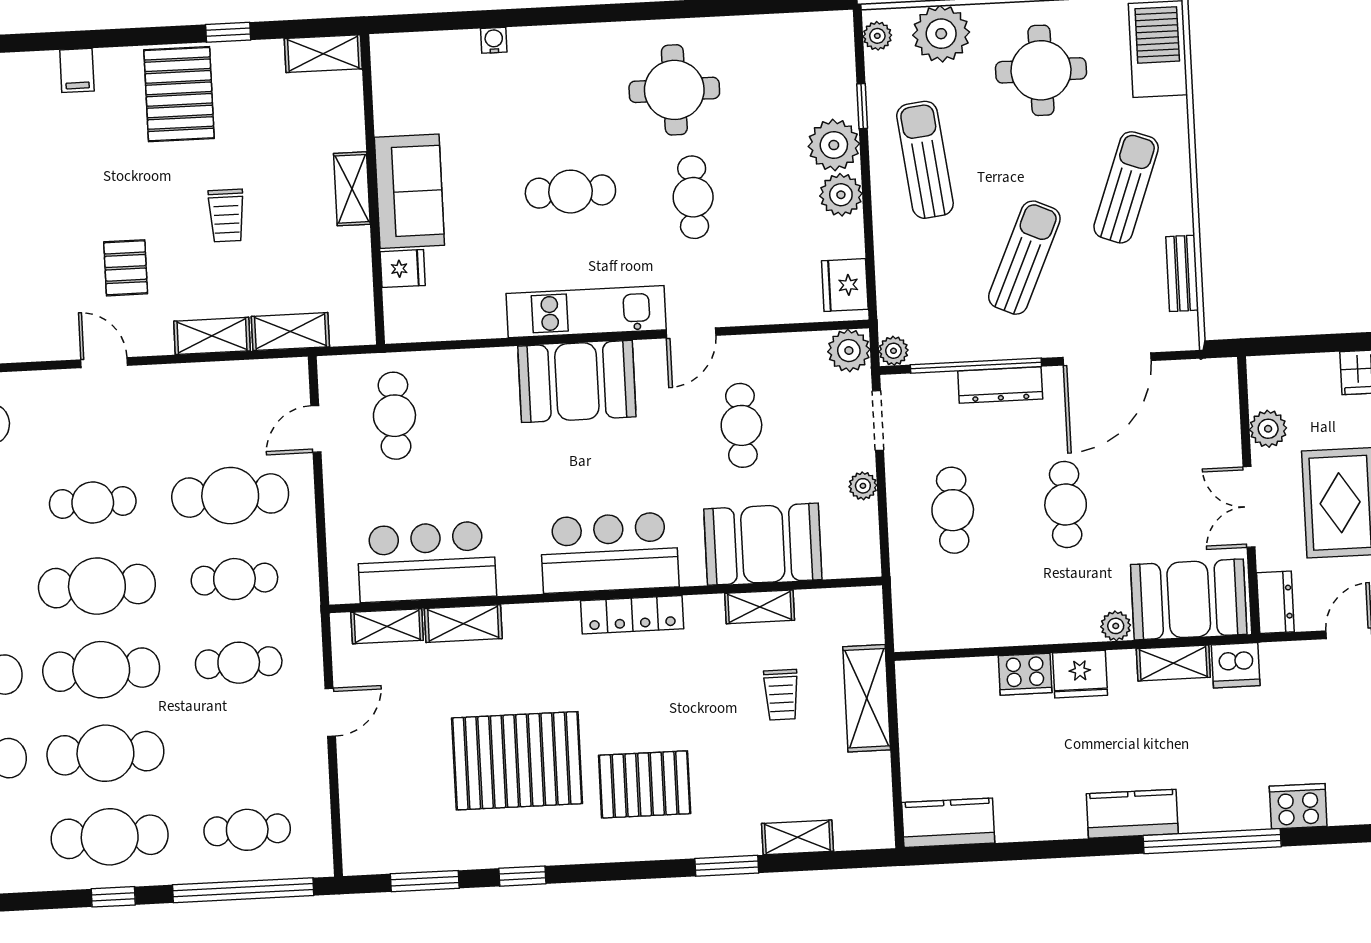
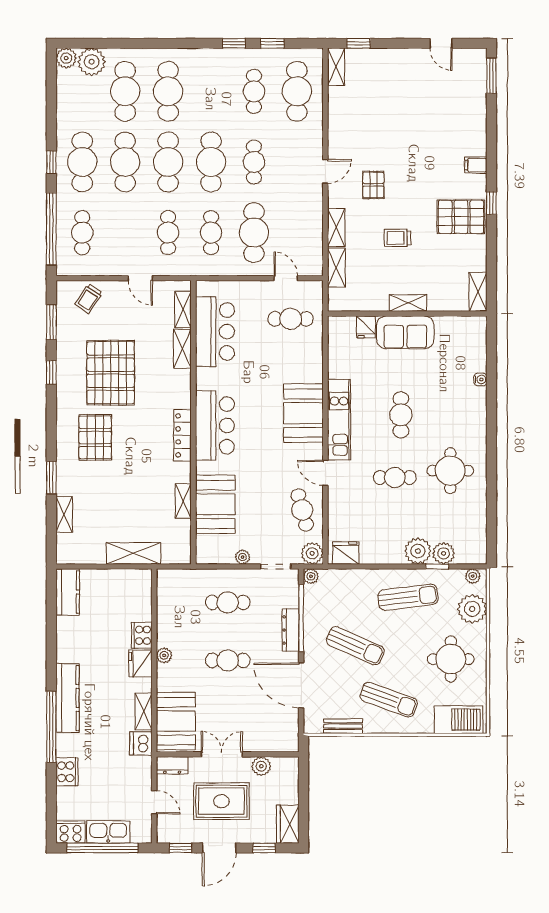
window: (228, 32) -> (491, 203), moved
plant: (841, 195) -> (444, 553), moved
pallet: (126, 268) -> (373, 185), turned 90
cafe table: (741, 425) -> (302, 510), moved, turned 75
plant: (1116, 626) -> (164, 655), moved
trolley: (781, 695) -> (89, 298), moved, turned -56
kitchen counter: (1132, 814) -> (68, 698), width x1.50

